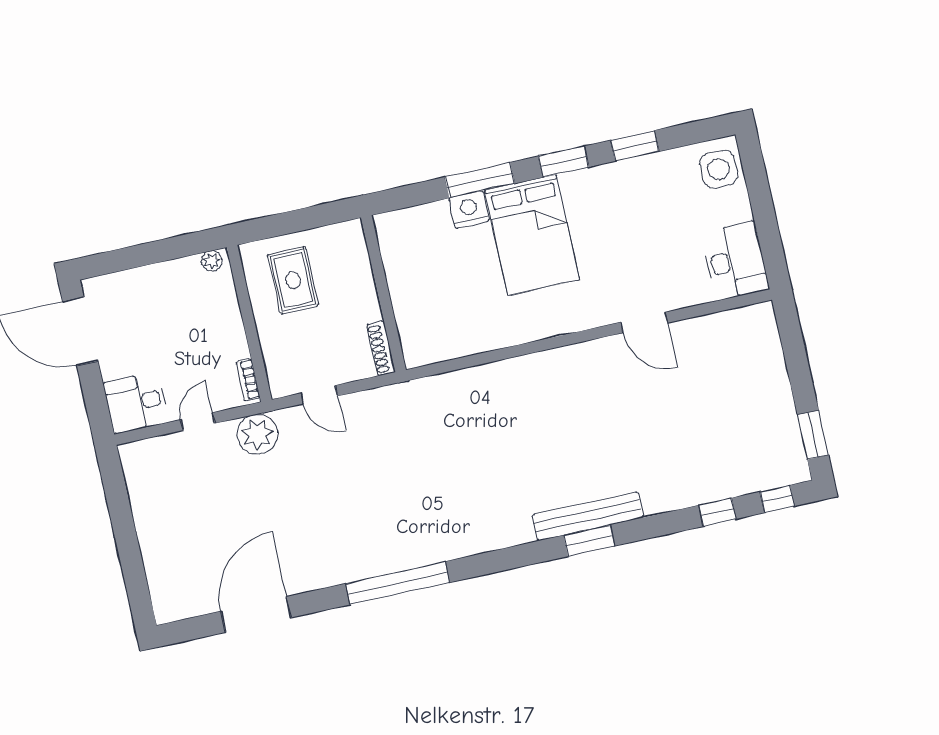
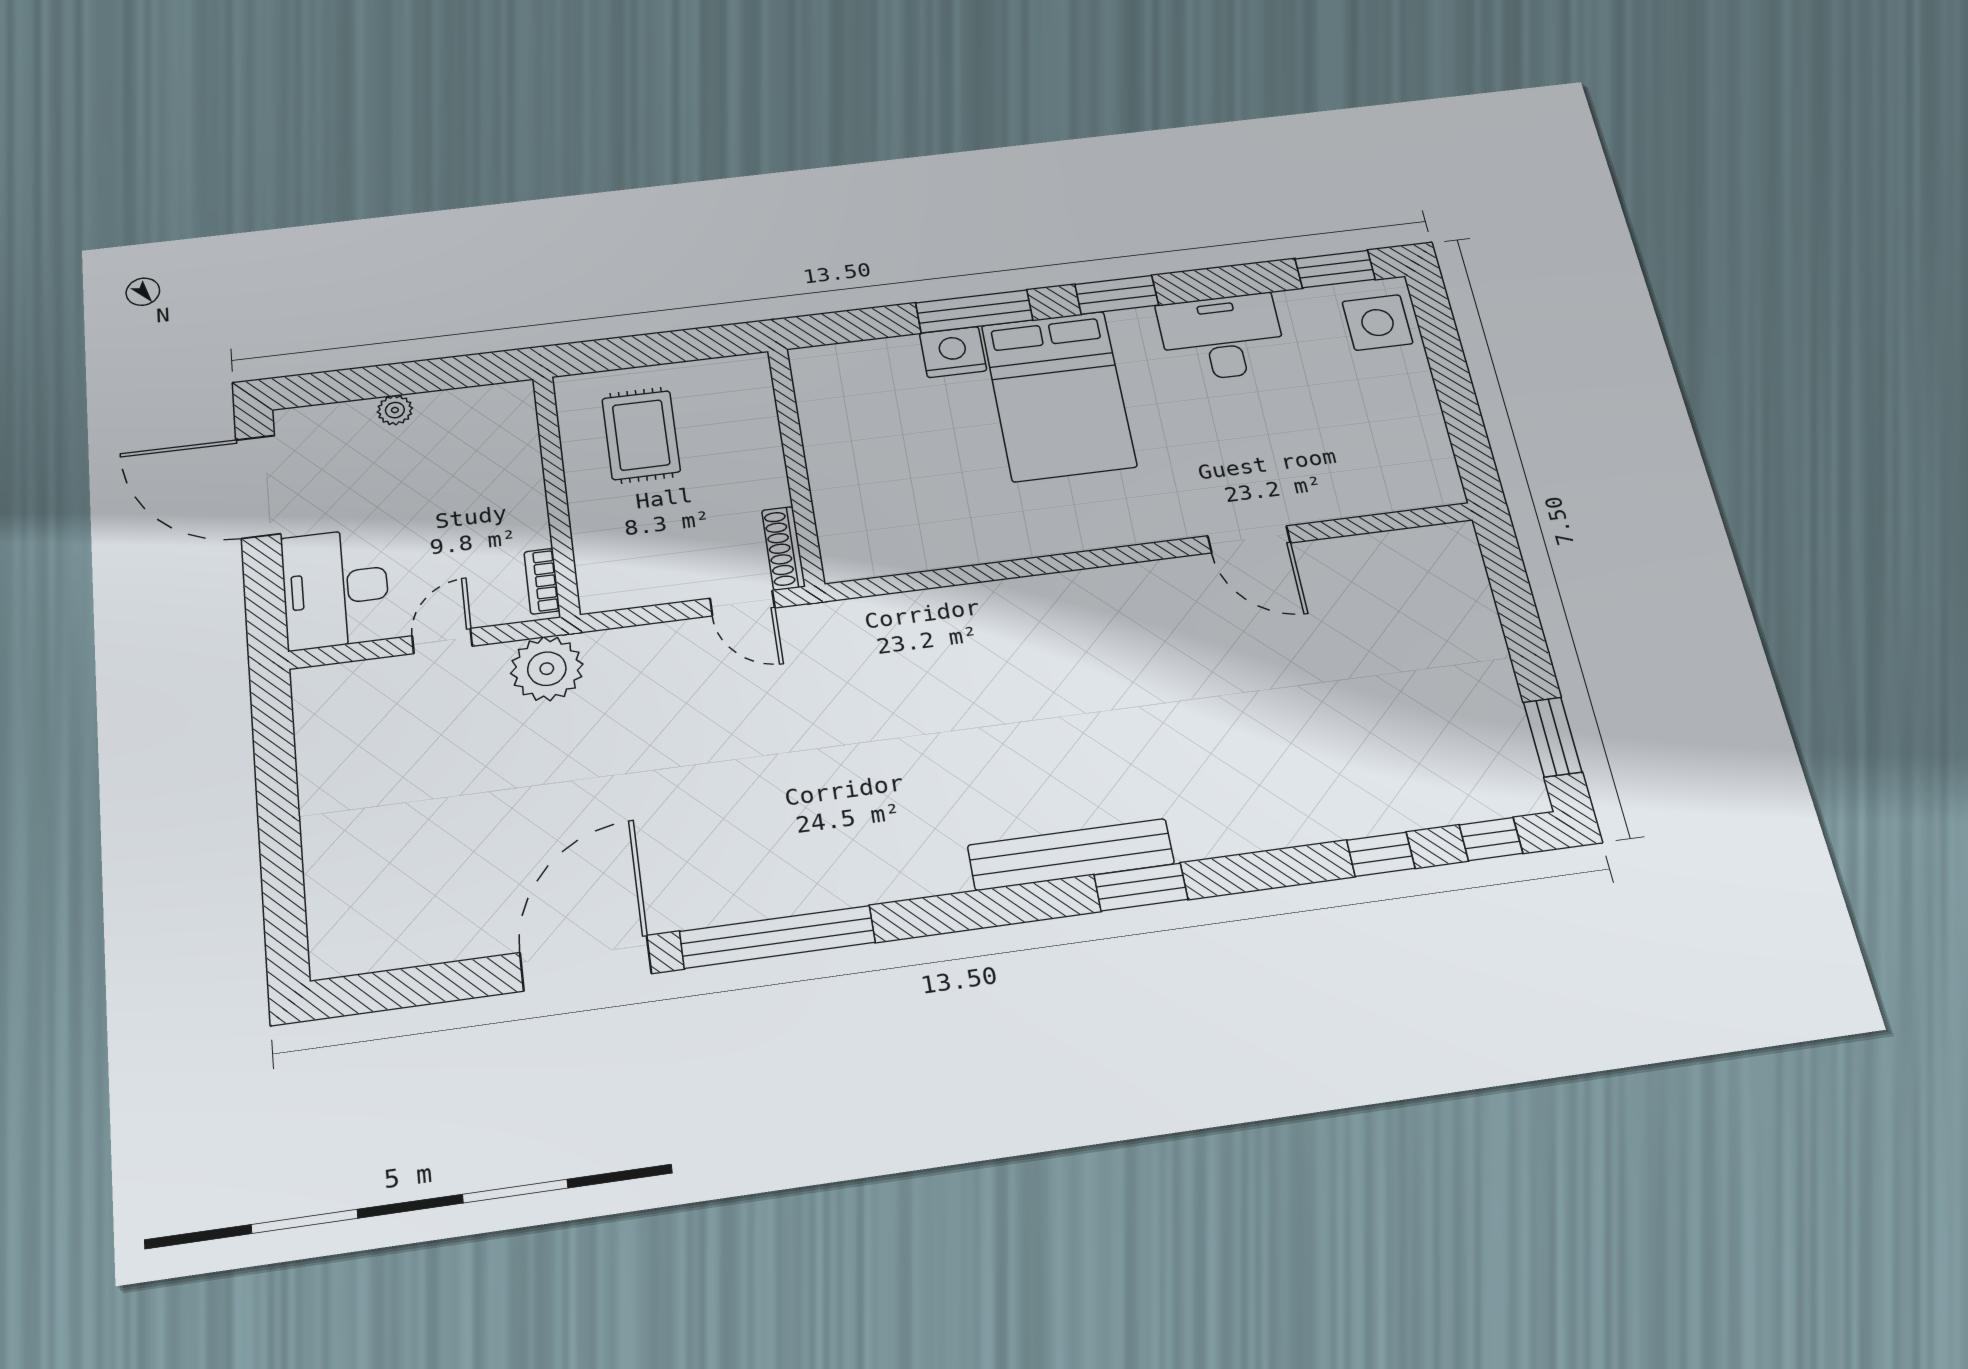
window: (635, 146) -> (1335, 269), moved
plant: (212, 261) -> (395, 410), moved
desk: (735, 261) -> (1222, 337), moved, turned -90
door: (319, 395) -> (742, 603), moved
desk: (136, 403) -> (336, 588), width x1.37
bench: (588, 516) -> (1071, 854), moved
door: (256, 614) -> (586, 963), moved

